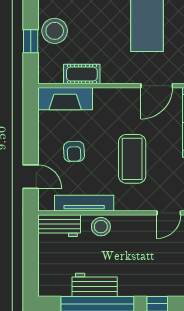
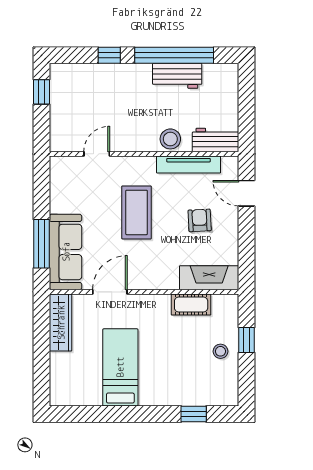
stool: (55, 31) -> (220, 351), width x0.53, depth x0.53

